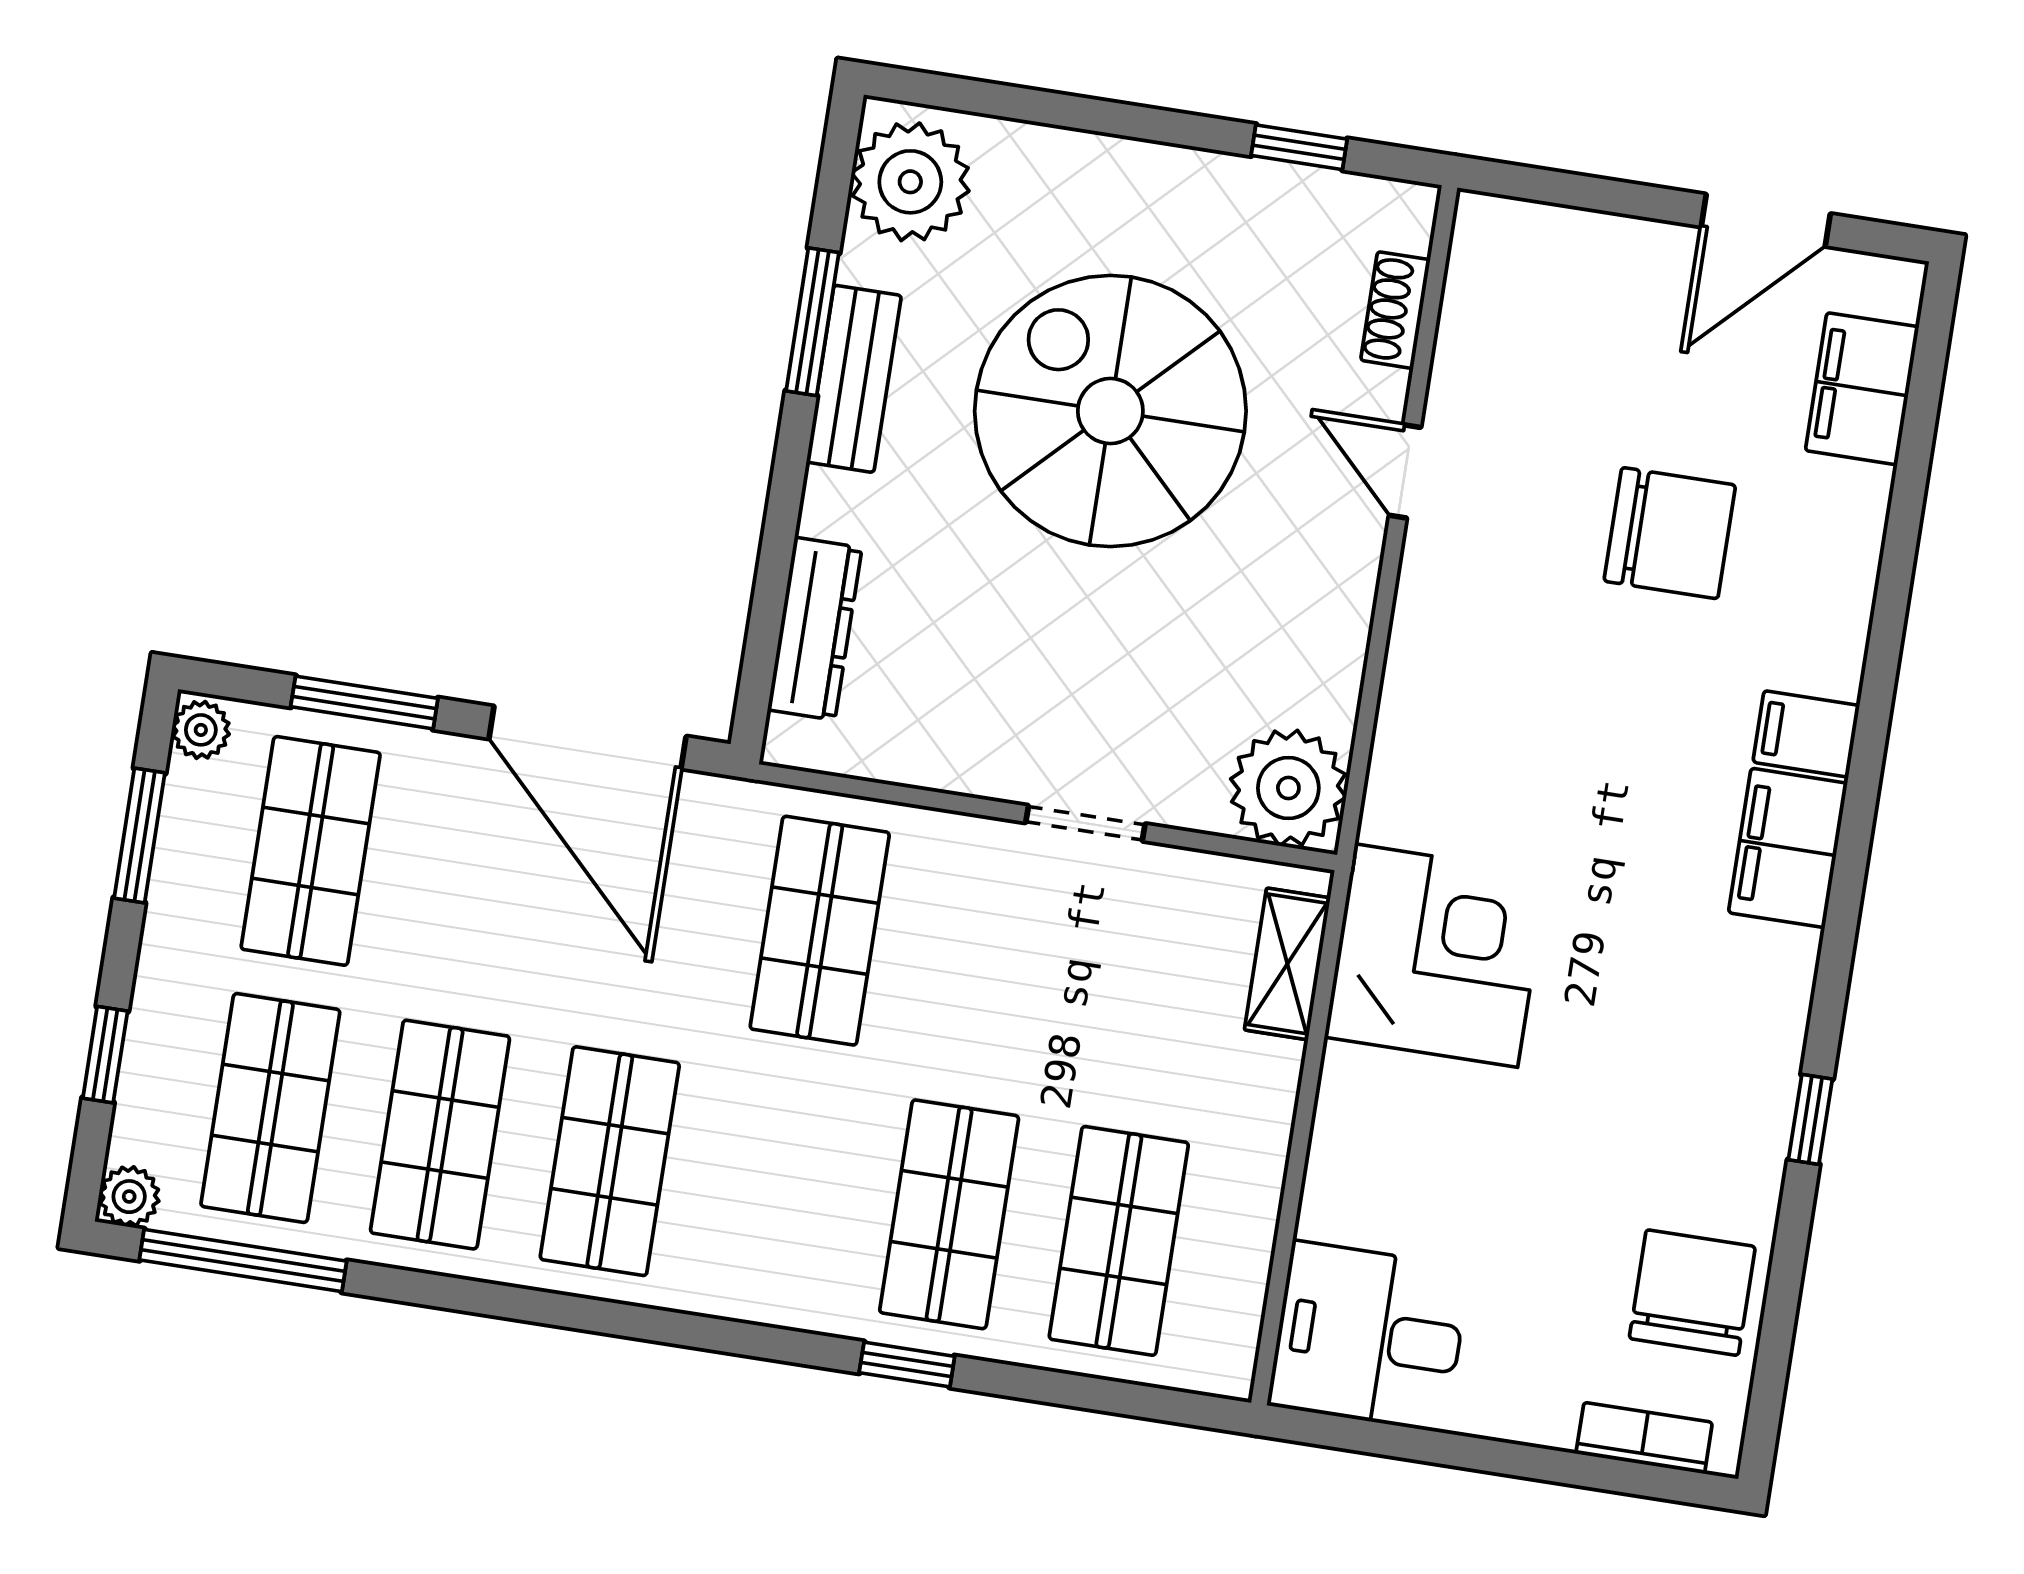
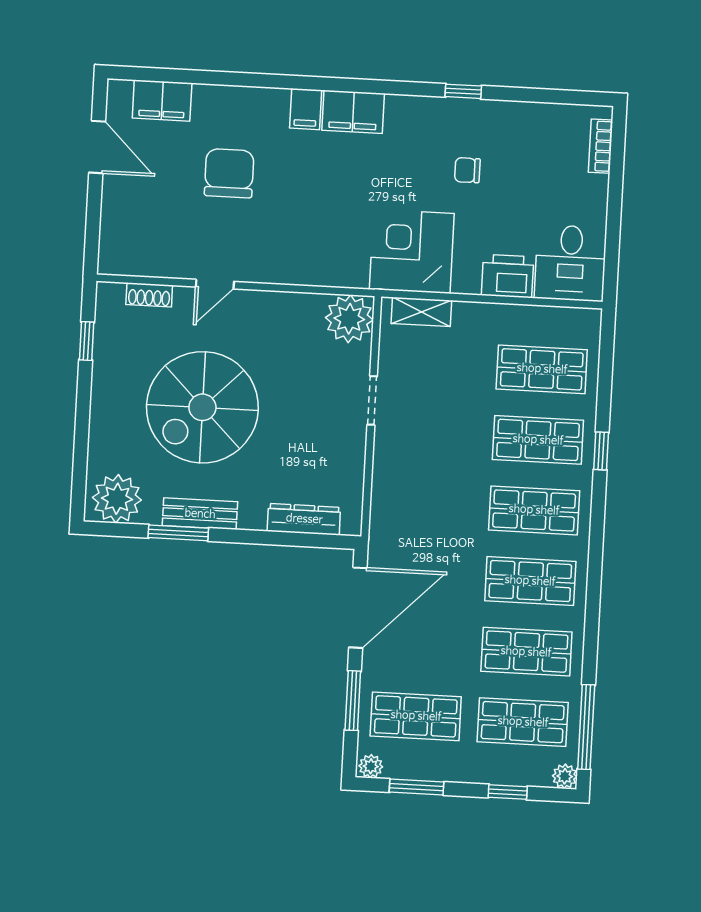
shop shelf: (820, 931) -> (534, 510), moved
printer: (1353, 1181) -> (508, 276), added
chair: (1692, 1293) -> (467, 170), moved, width x0.54, depth x0.54

